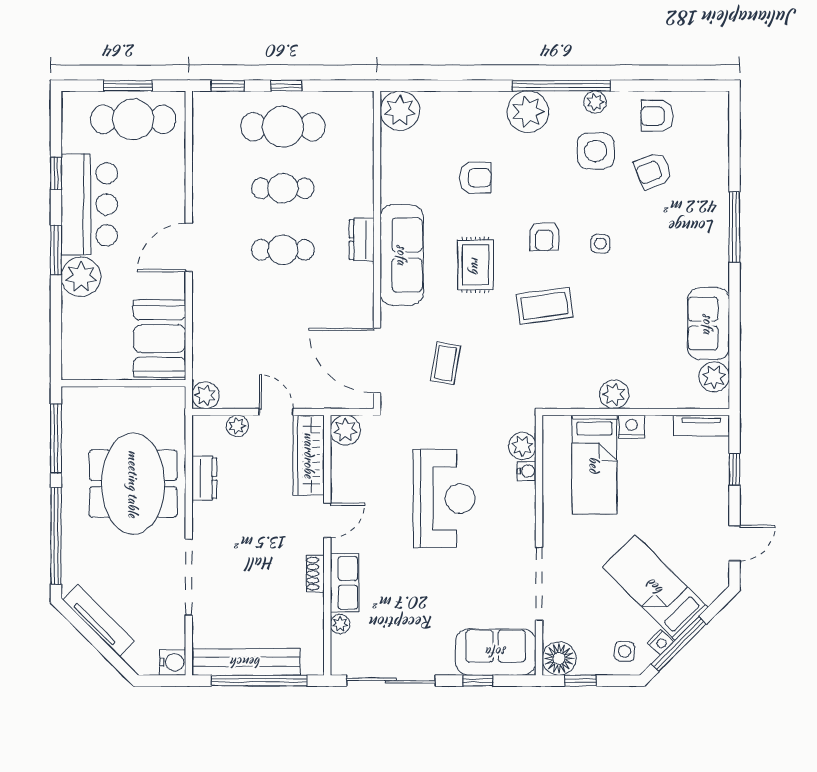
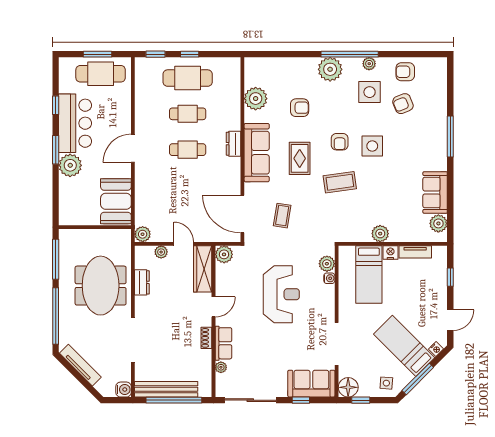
plant: (400, 111) -> (256, 99), moved
side table: (600, 244) -> (372, 146), width x1.87, depth x1.87
tv unit: (701, 426) -> (415, 252), moved
nightstand: (661, 642) -> (436, 349), moved

